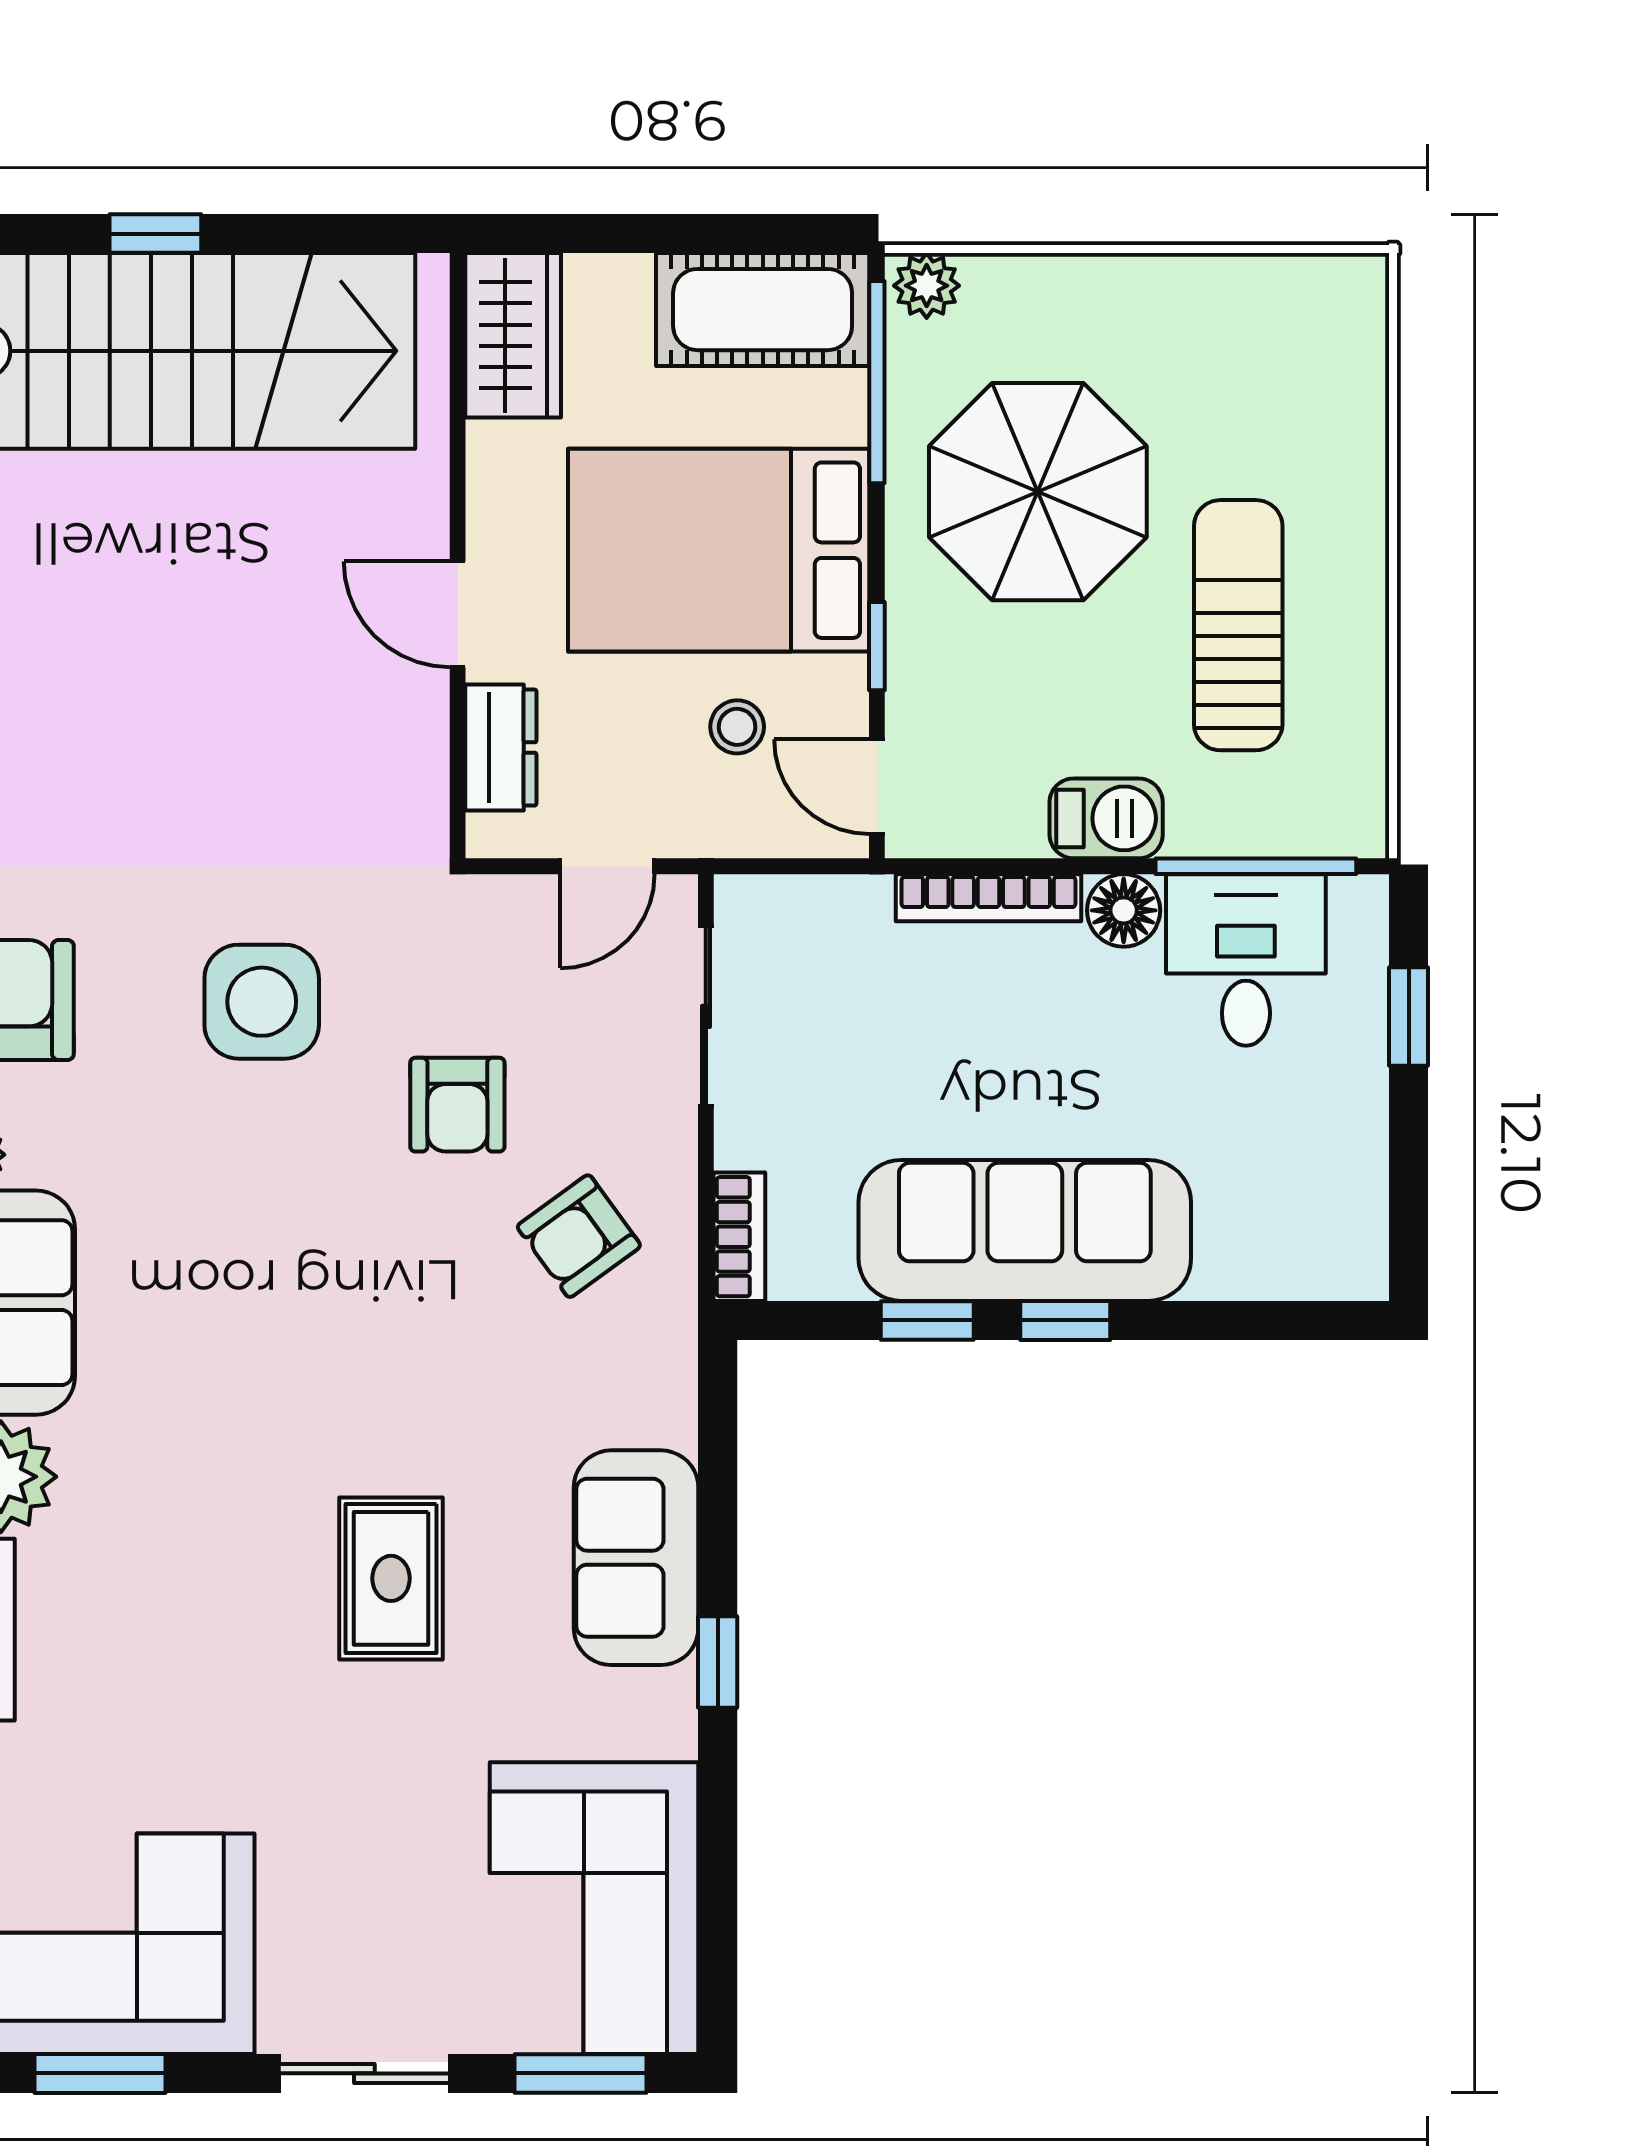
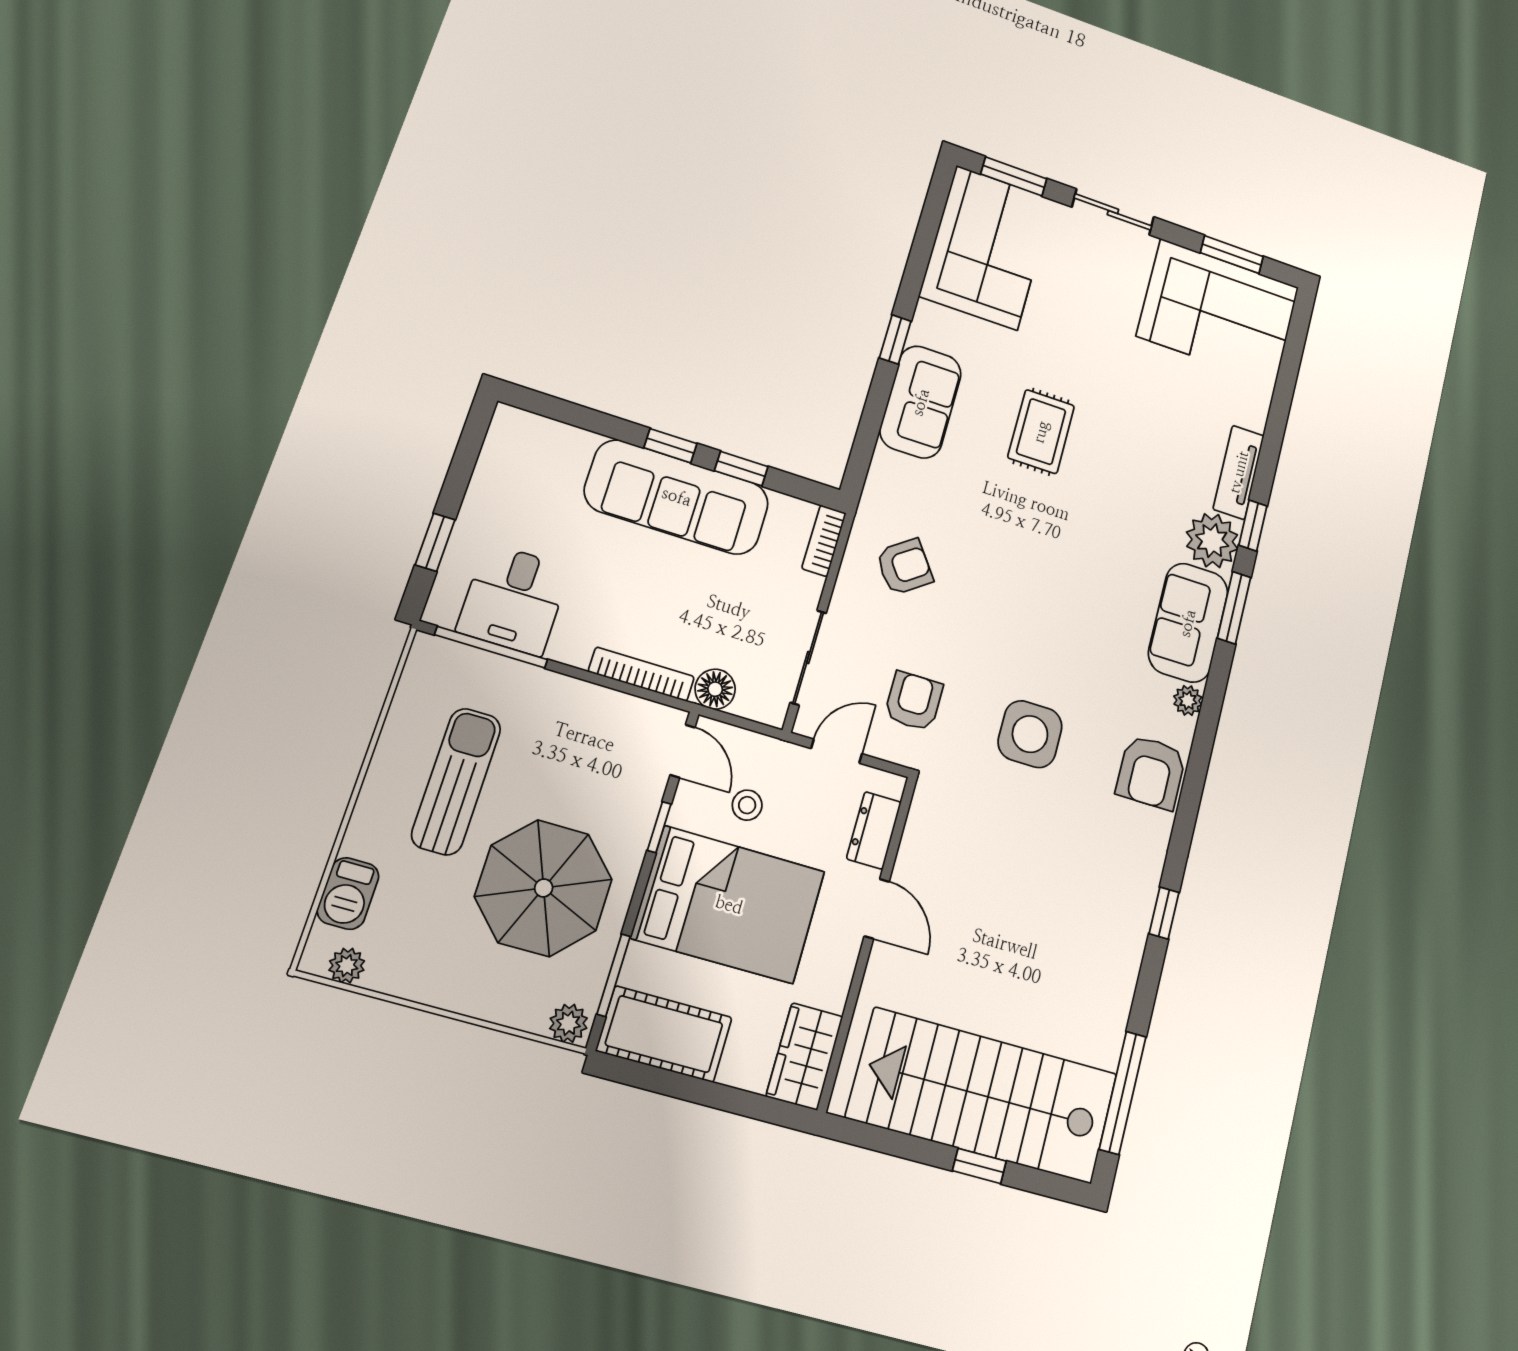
plant: (1312, 282) -> (347, 966), added
window: (877, 382) -> (614, 975), width x0.69
sun lounger: (1238, 625) -> (456, 781), turned 180
barbecue: (1106, 818) -> (348, 893), moved, turned -90
floor lamp: (1124, 910) -> (715, 689), moved
armchair: (457, 1105) -> (914, 701), moved

